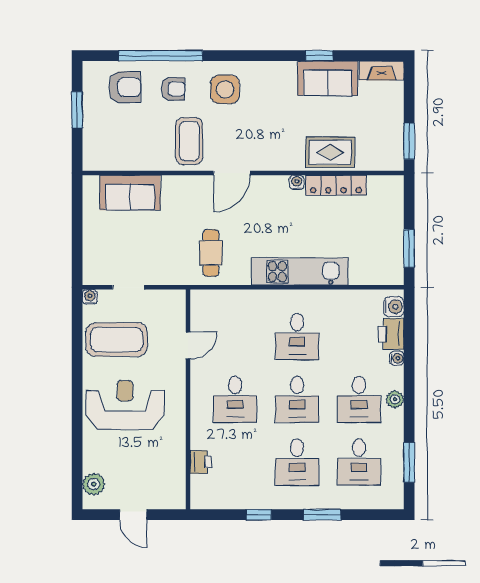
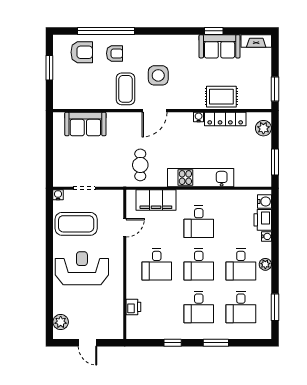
side table: (225, 89) -> (158, 75), moved
plant: (392, 199) -> (263, 128), added
filing cabinet: (234, 305) -> (156, 200), added

